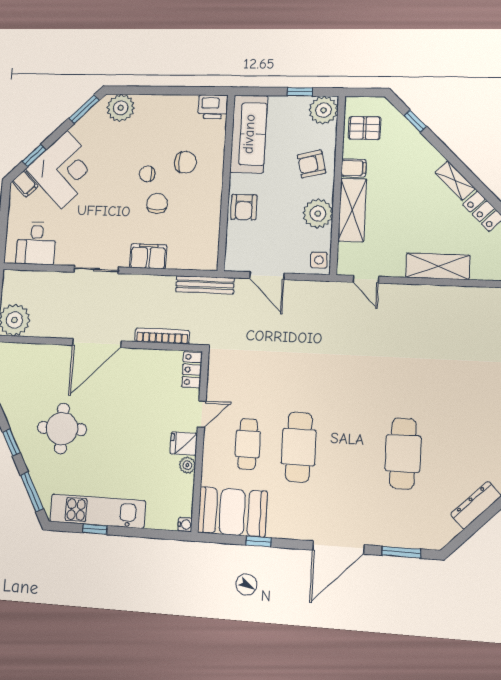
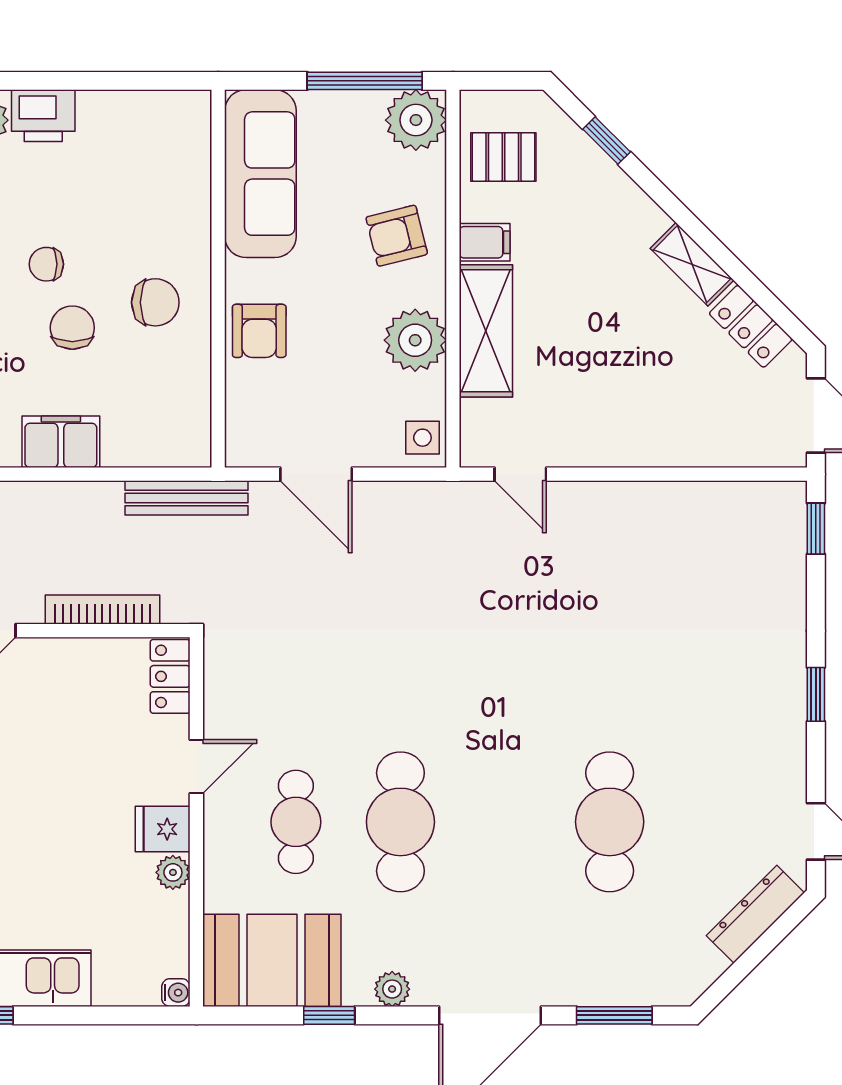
window: (300, 92) -> (365, 81), width x2.17
printer: (213, 107) -> (43, 116), moved
chair: (185, 162) -> (155, 302), moved
shelving: (438, 266) -> (664, 442), removed
plant: (290, 530) -> (392, 989), added

